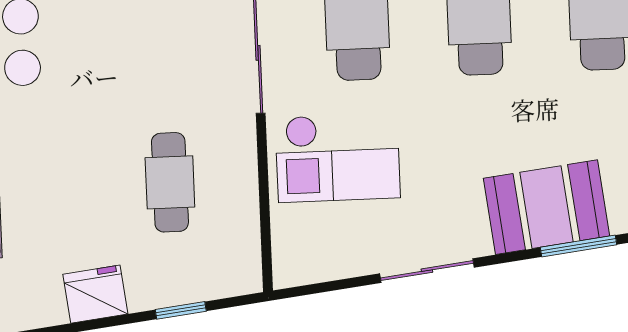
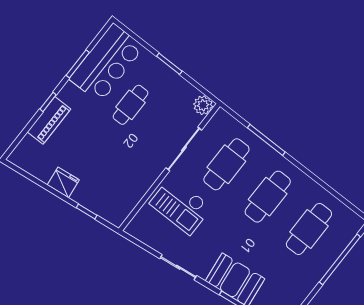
cafe table: (170, 182) -> (131, 105), moved

